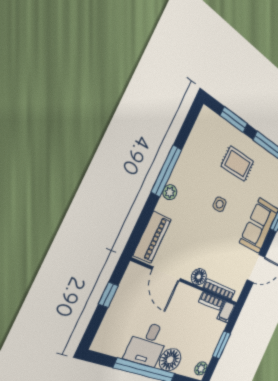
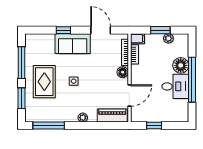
rug: (237, 164) -> (44, 82), width x1.36, depth x1.43
window: (166, 171) -> (49, 126), moved
plant: (201, 368) -> (168, 38), moved

